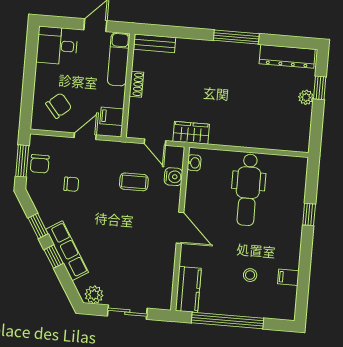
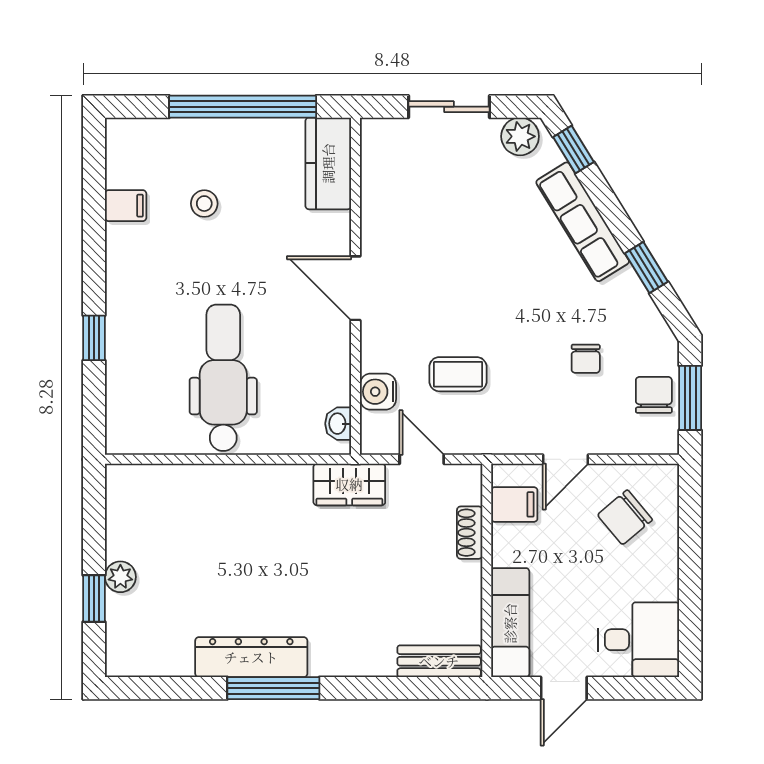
dresser: (287, 56) -> (251, 657), moved
shoe rack: (136, 84) -> (470, 533), moved
chair: (71, 184) -> (586, 359), turned -90
window: (54, 257) -> (574, 150), moved

